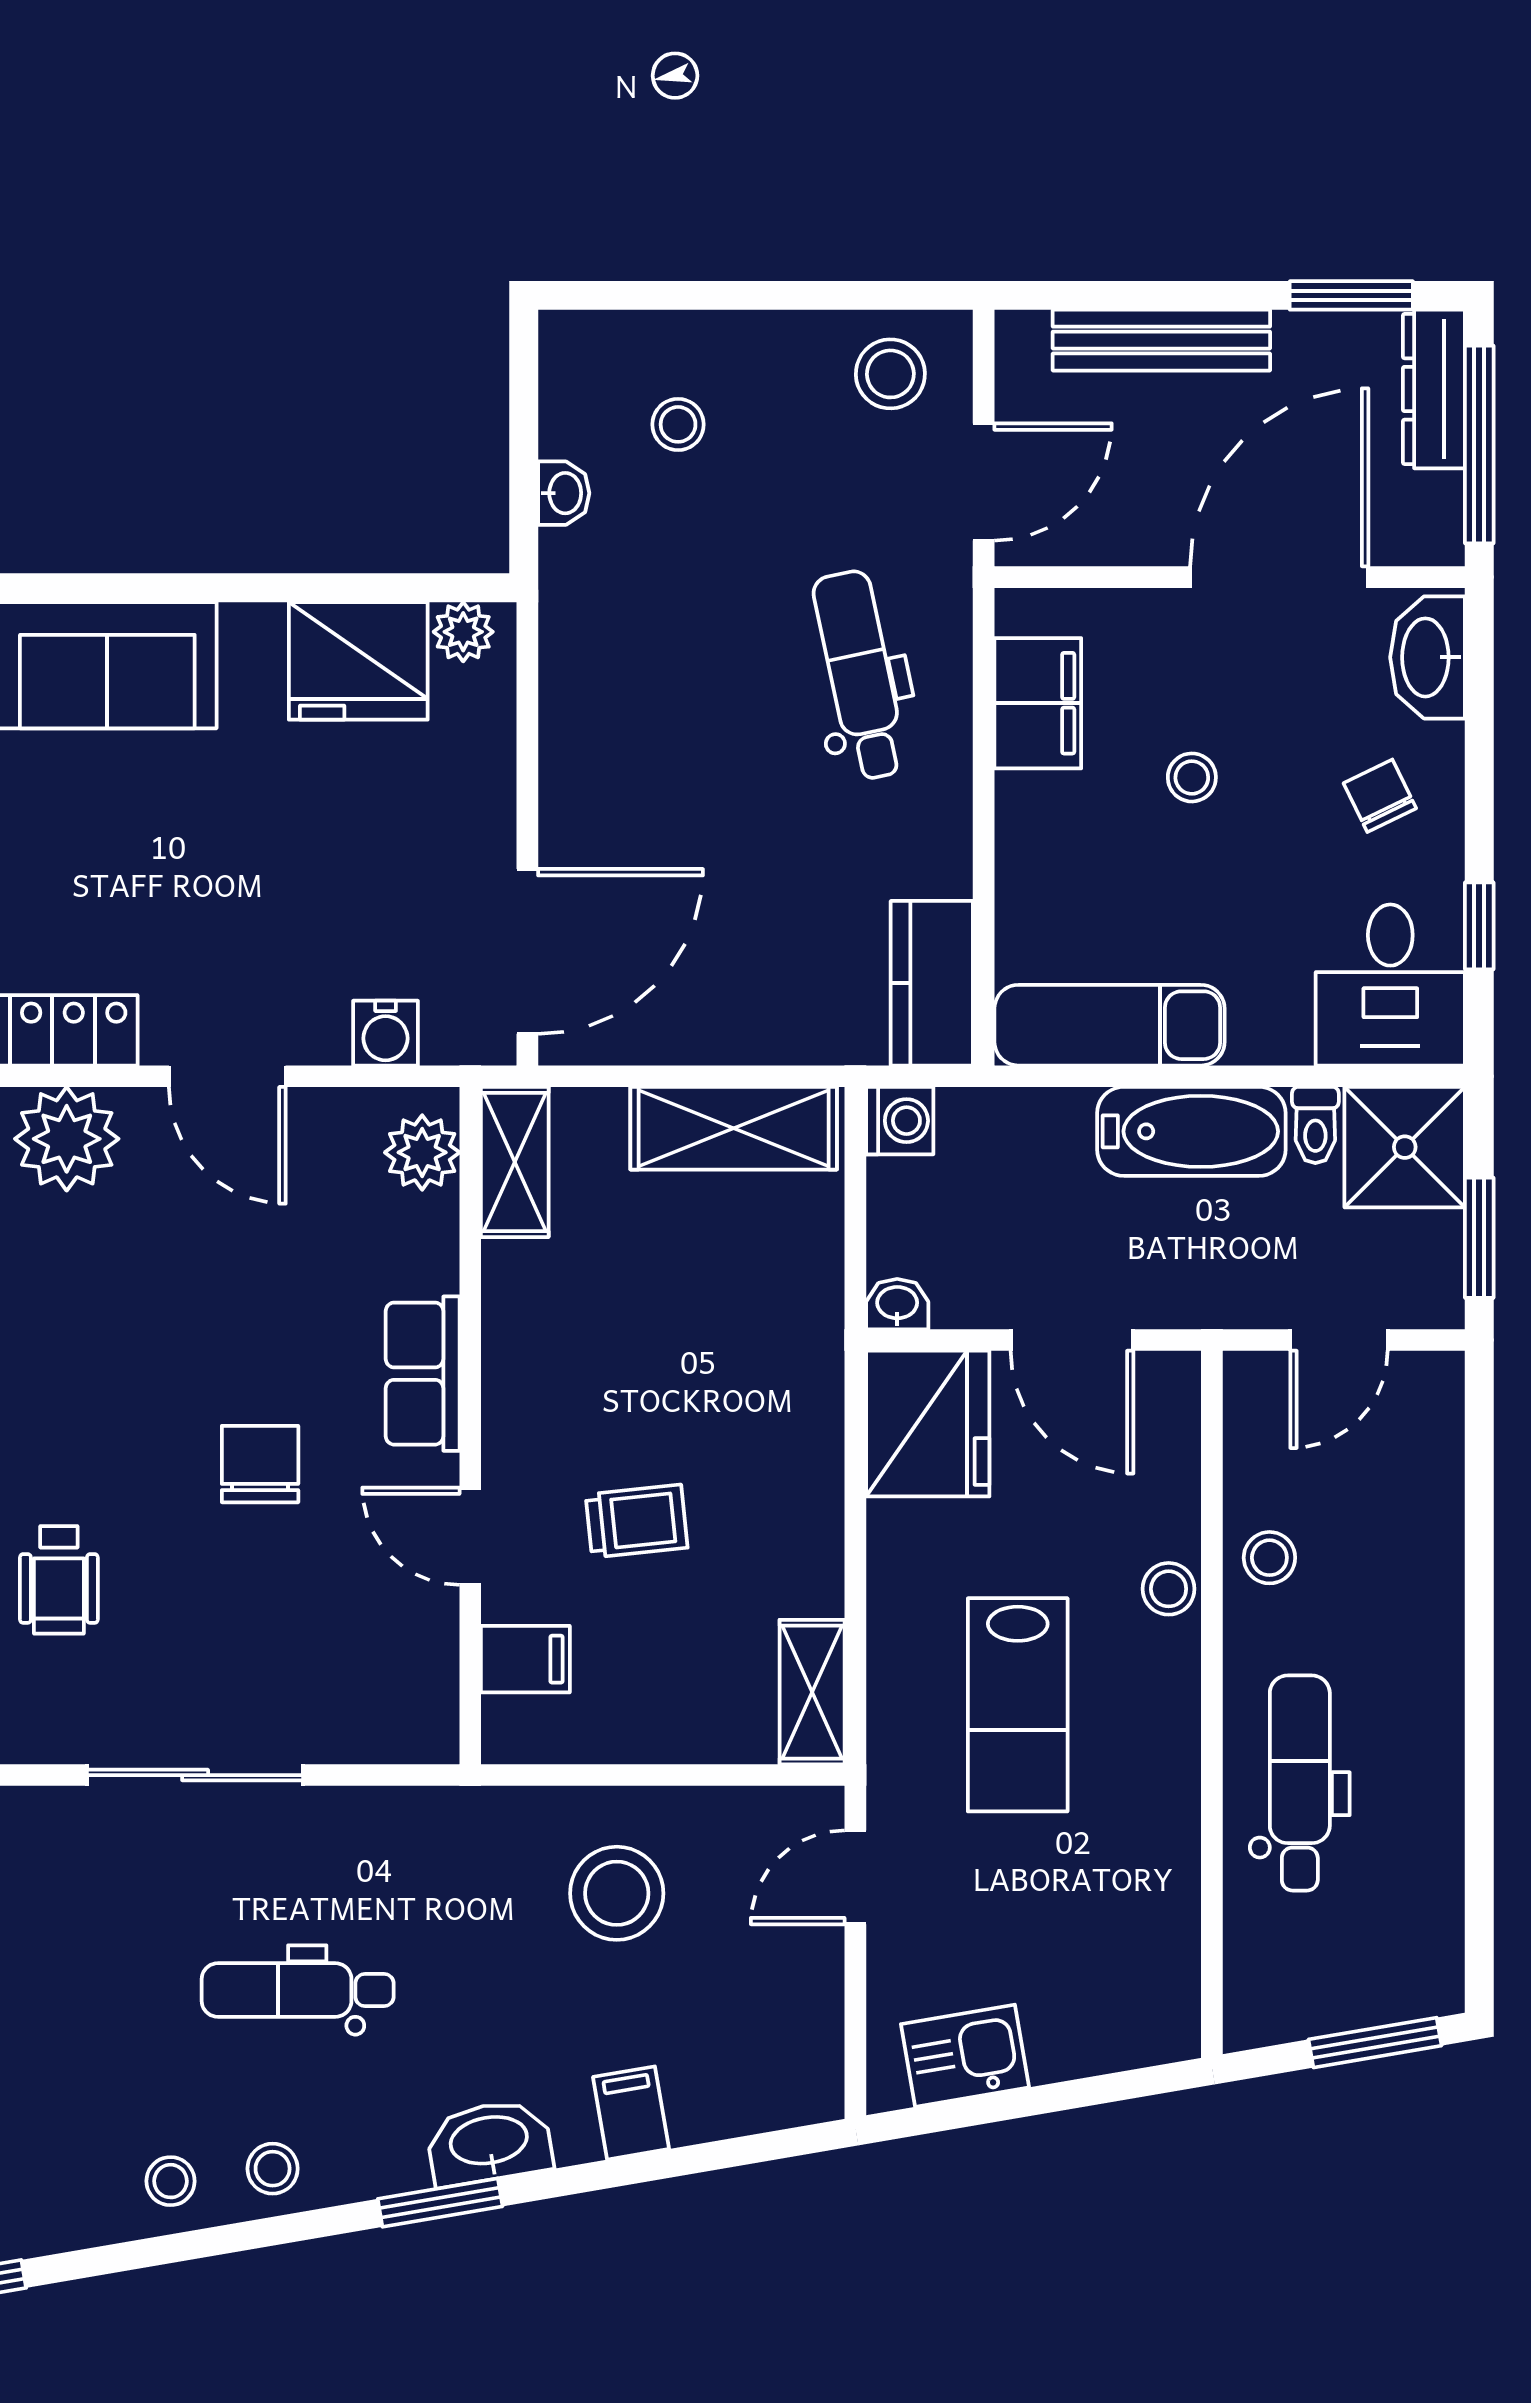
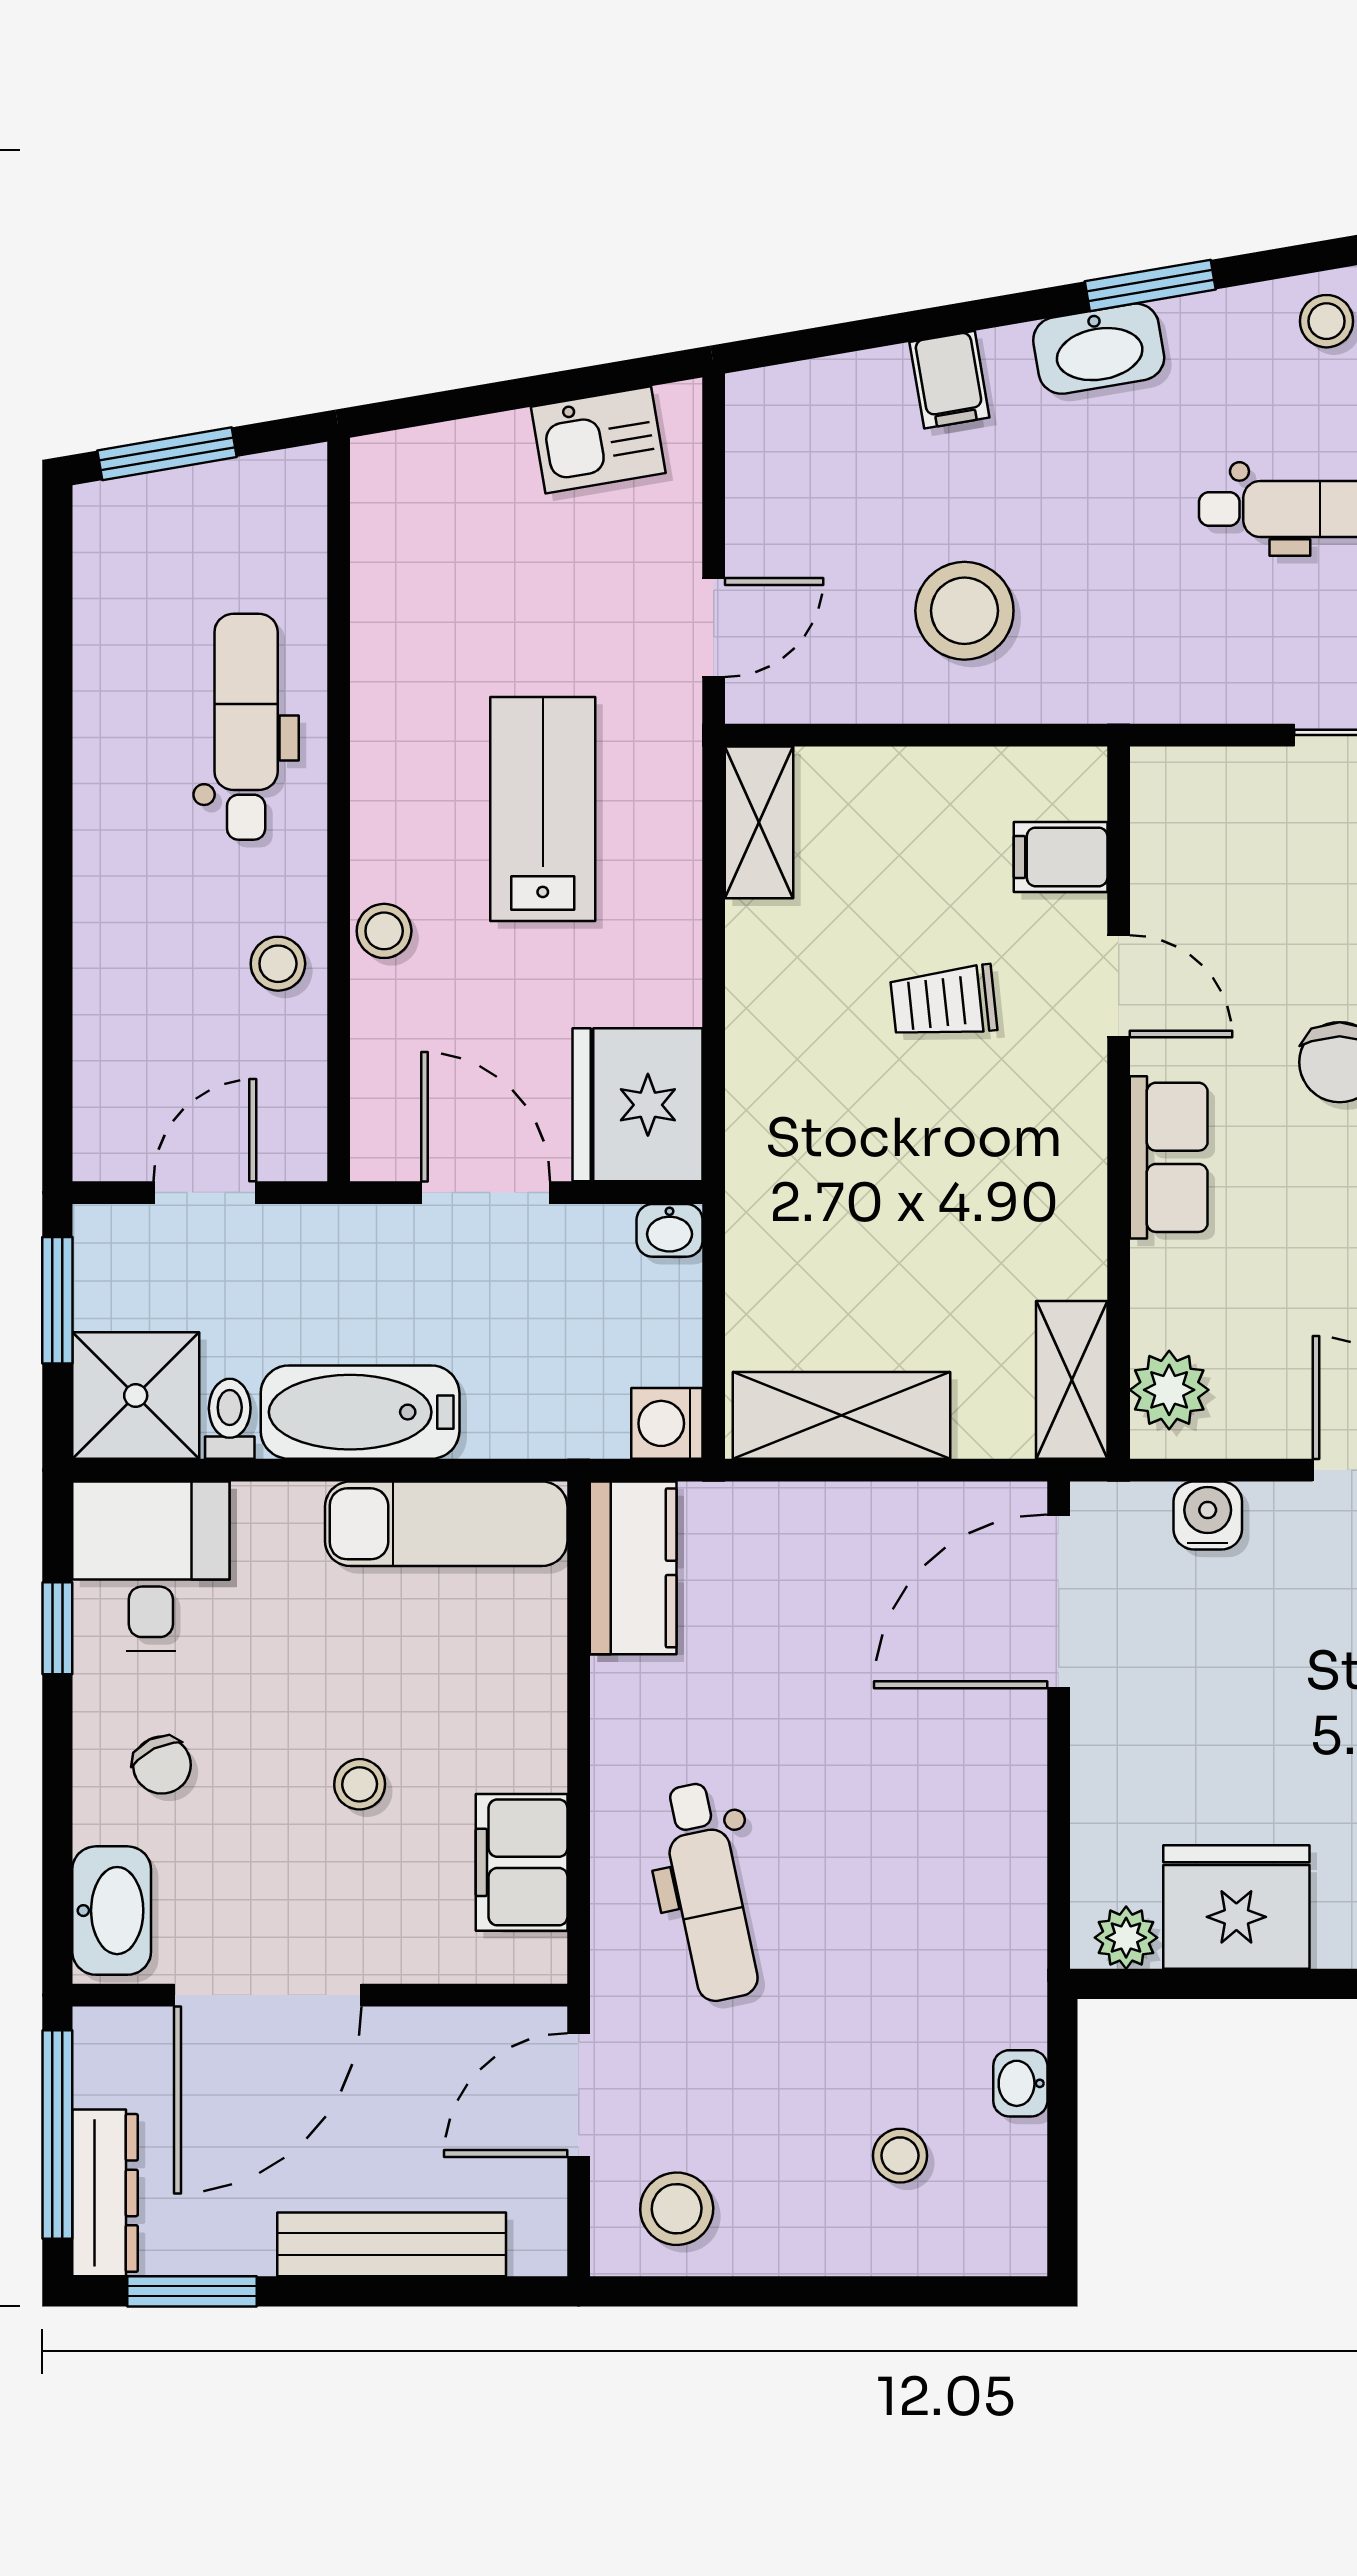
dental chair: (1300, 1783) -> (246, 727), turned 180

